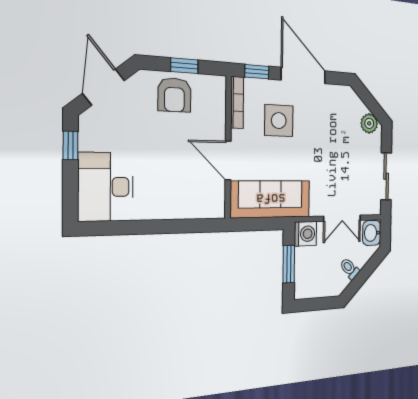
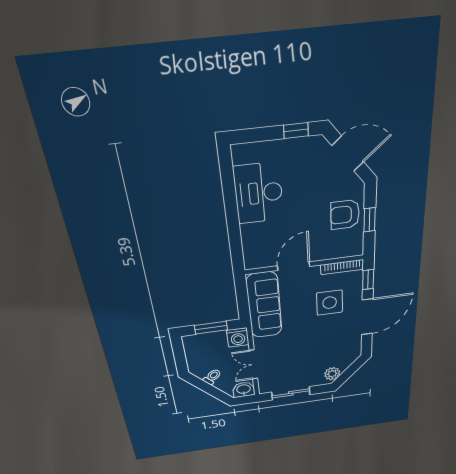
desk: (106, 187) -> (259, 193), moved, turned -90

